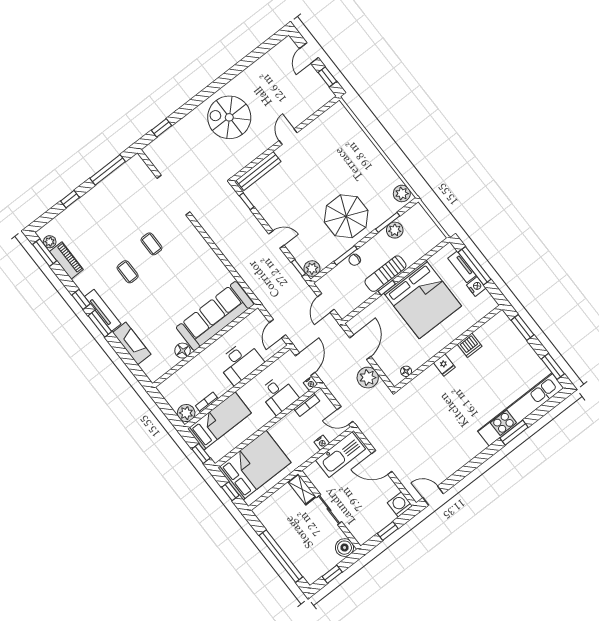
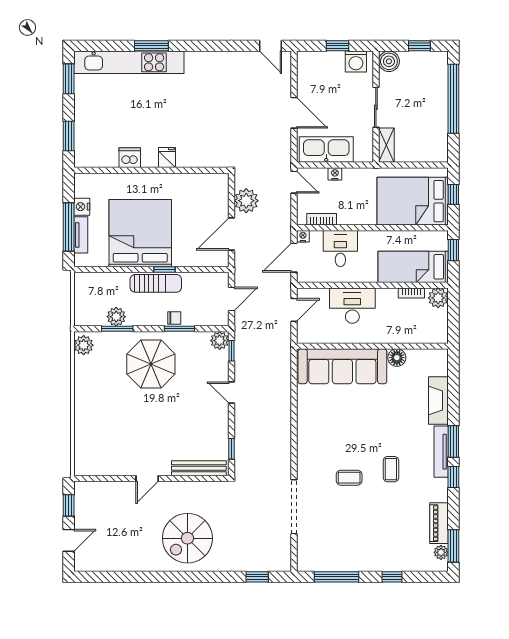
spiral stairs: (229, 117) -> (187, 538), turned 90
coffee table: (151, 244) -> (349, 478), turned 90
floor lamp: (406, 371) -> (207, 179), removed
washing machine: (400, 504) -> (356, 62), moved

